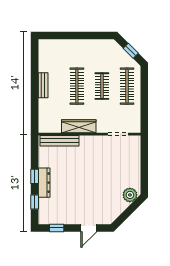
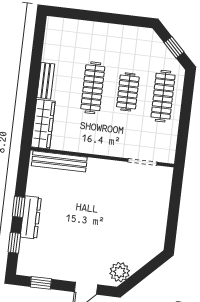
wardrobe: (79, 126) -> (43, 124), moved, turned 90
plant: (130, 195) -> (120, 272), moved

